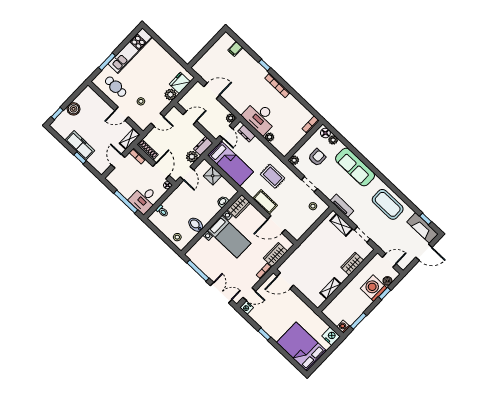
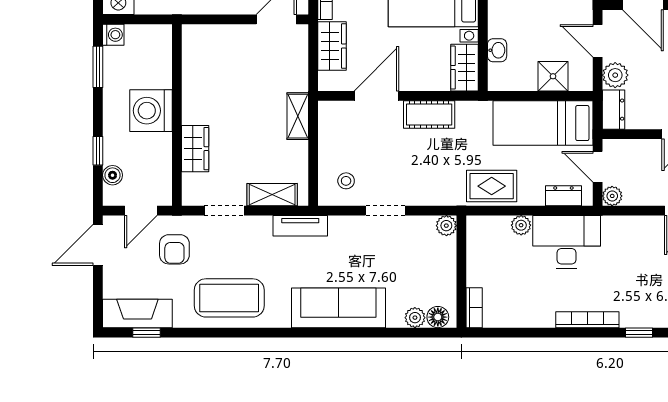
armchair: (317, 157) -> (174, 249), moved
rug: (273, 176) -> (492, 186), moved
door: (424, 252) -> (98, 245), moved
shelving: (330, 288) -> (298, 116), moved
washing machine: (374, 288) -> (151, 111), moved, turned 180

